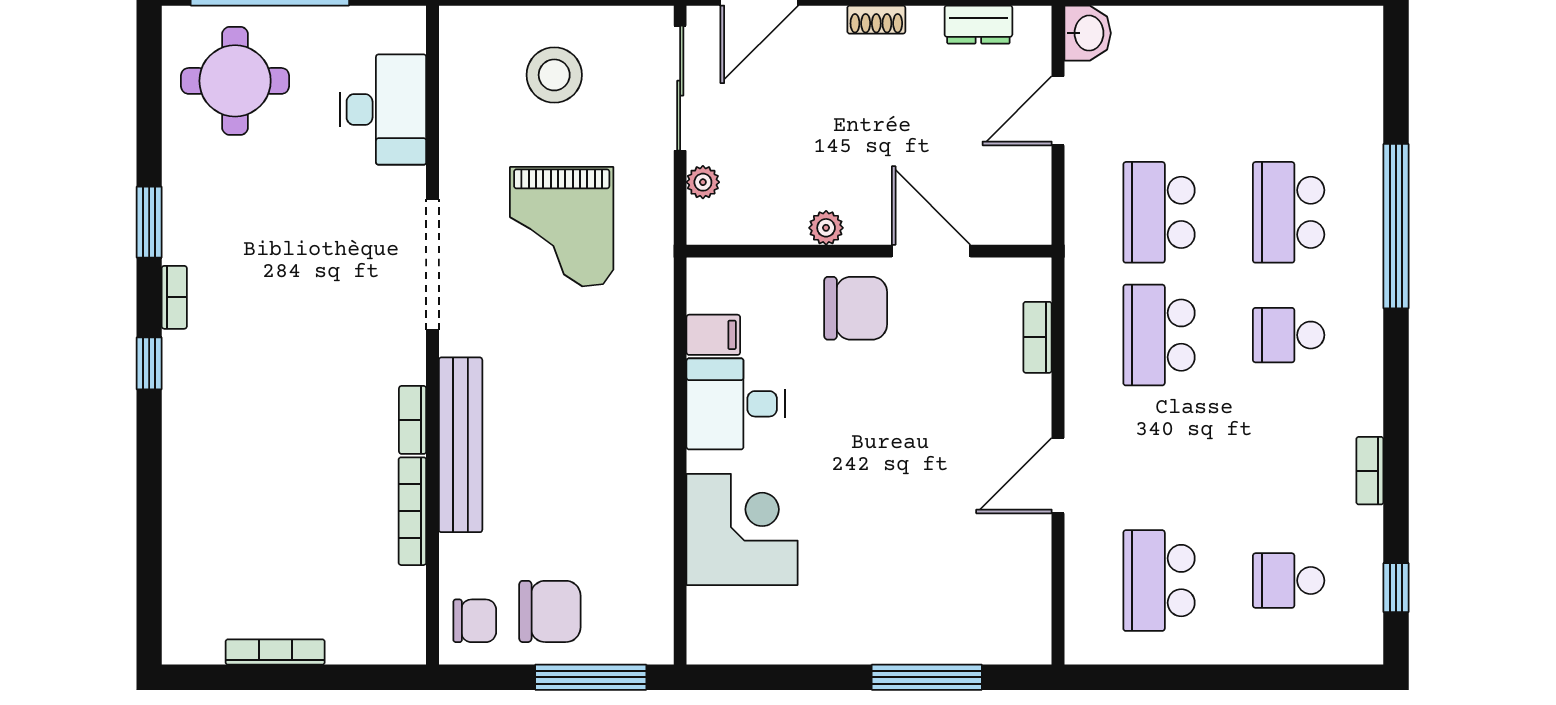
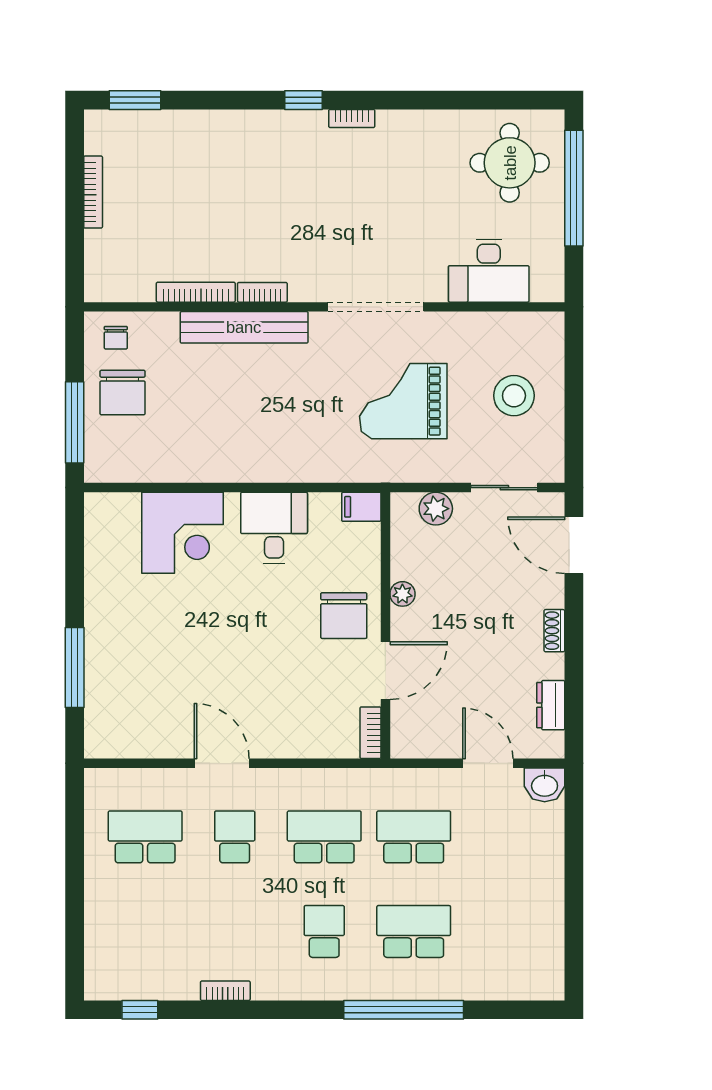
sliding door: (680, 88) -> (504, 488), width x0.73
plant: (703, 182) -> (436, 509), width x1.38, depth x1.38
window: (149, 222) -> (135, 100), moved
filing cabinet: (713, 335) -> (361, 507), moved, turned 90
bookcase: (1038, 337) -> (370, 733), moved, turned -90
school desk: (1289, 581) -> (235, 837), moved
chair: (475, 621) -> (116, 338), width x0.73, depth x0.73

